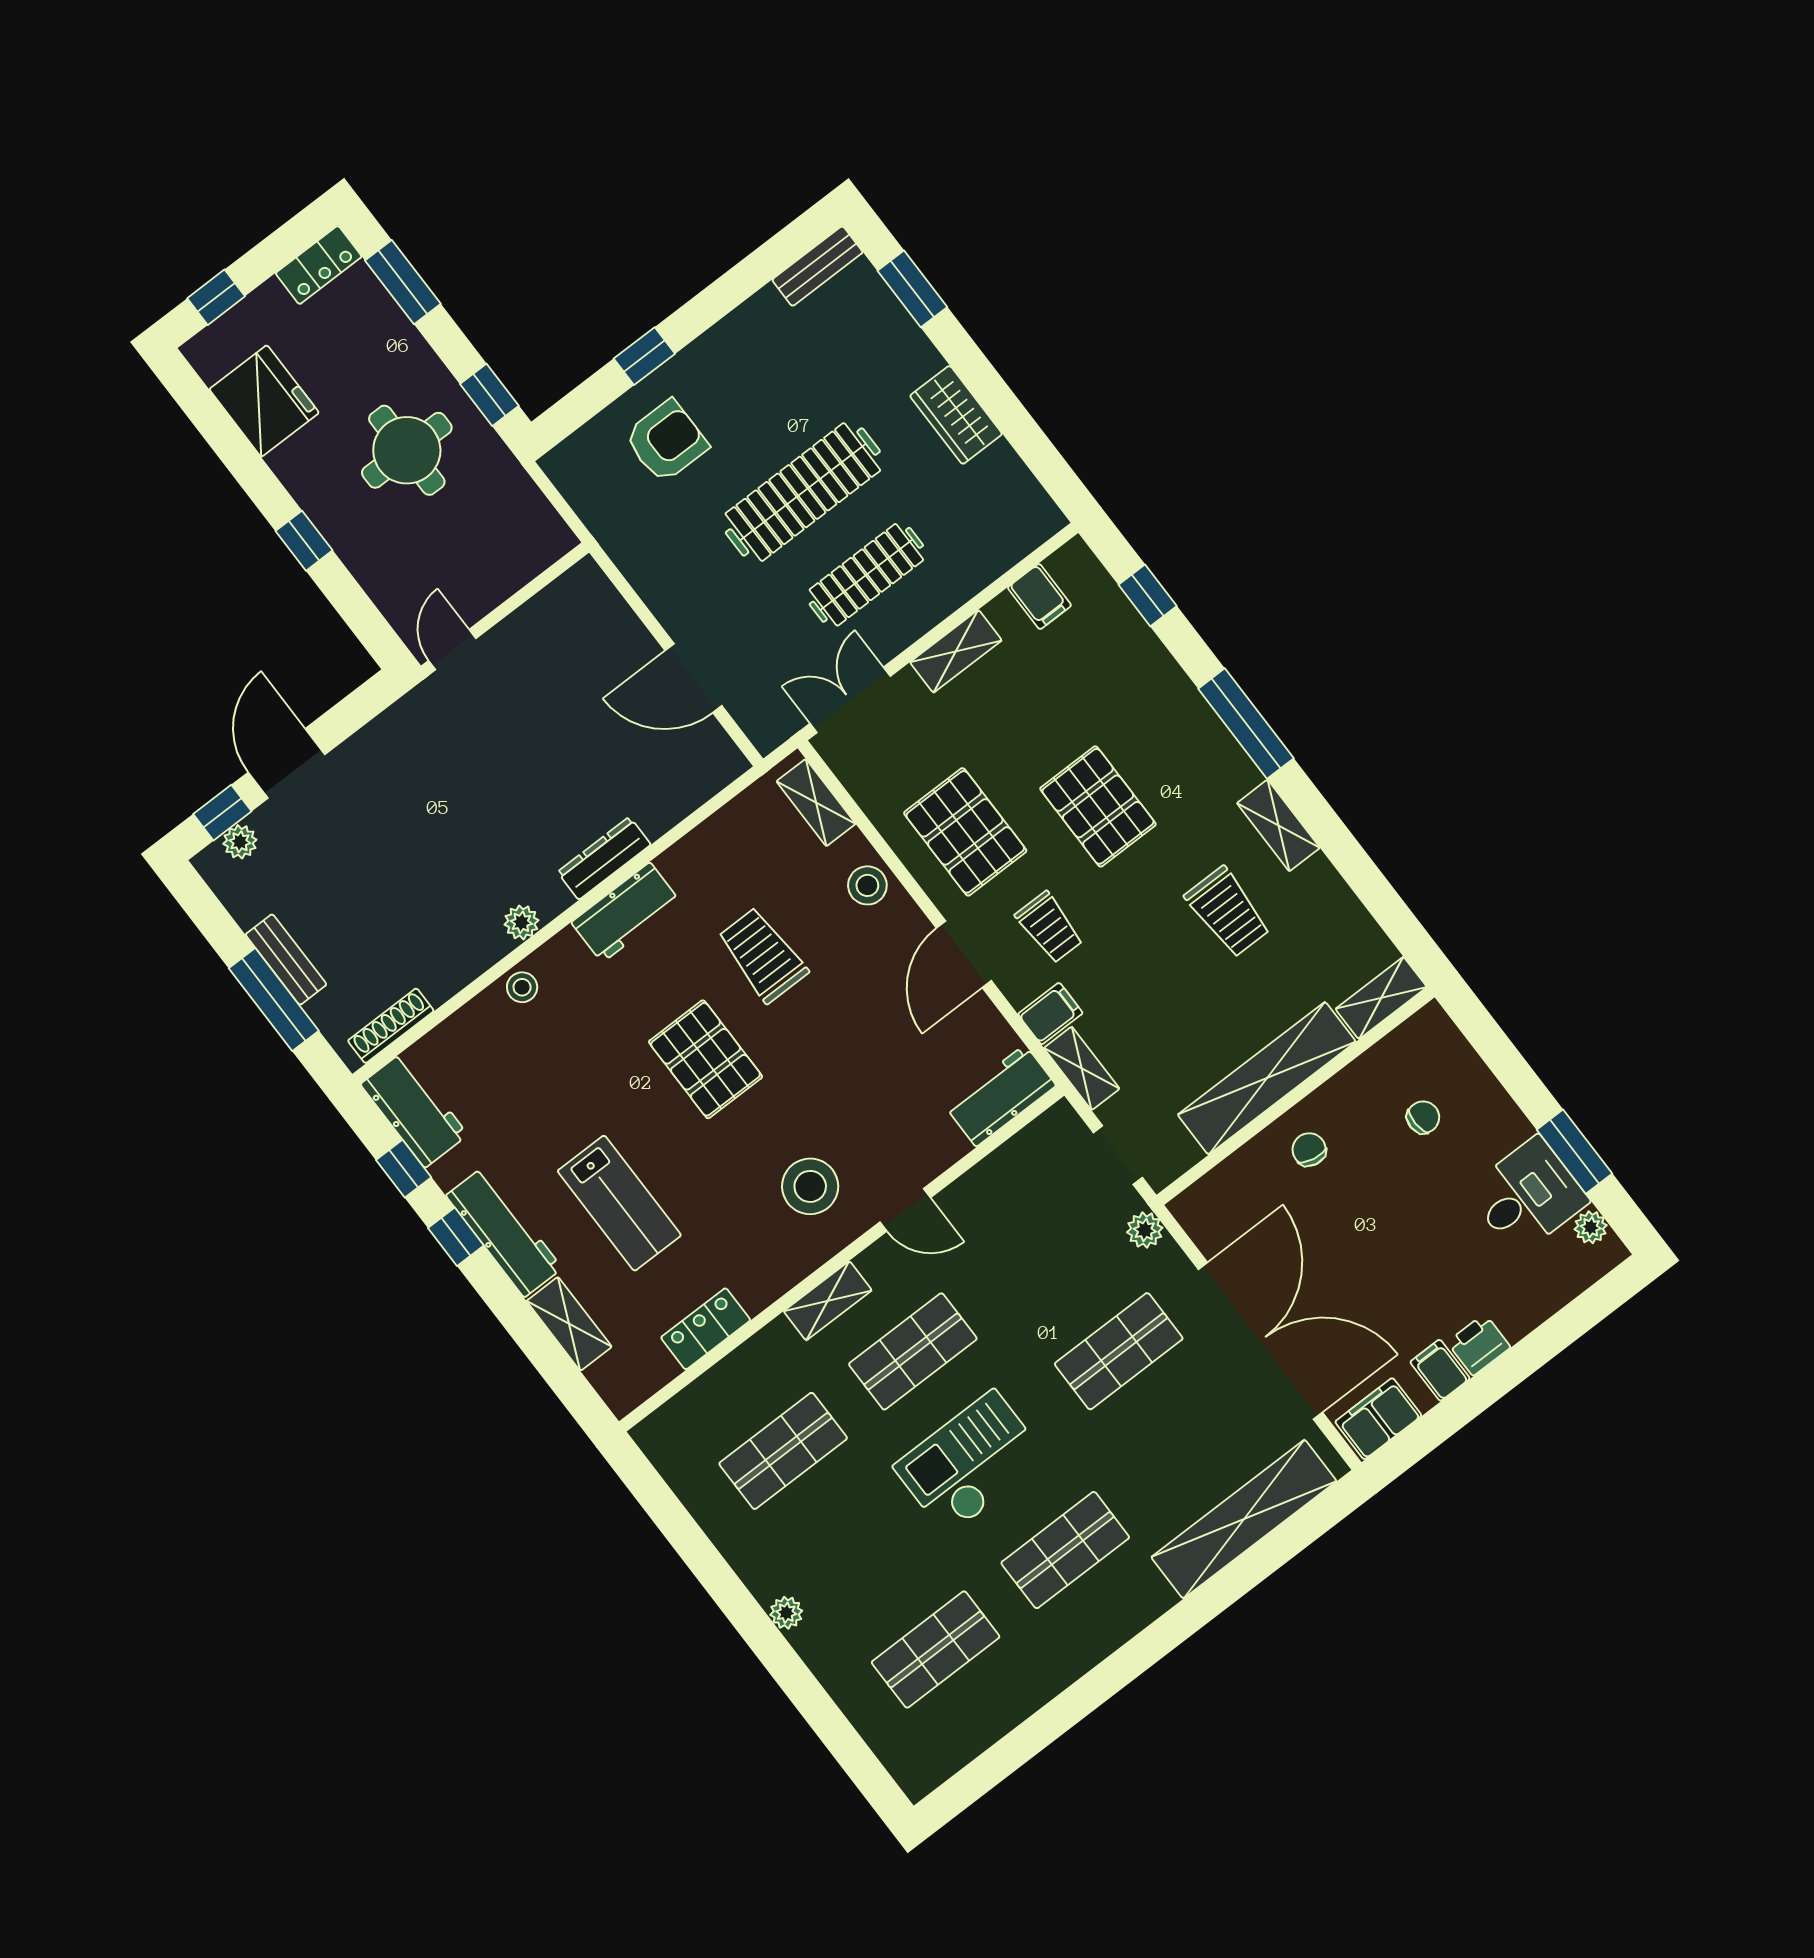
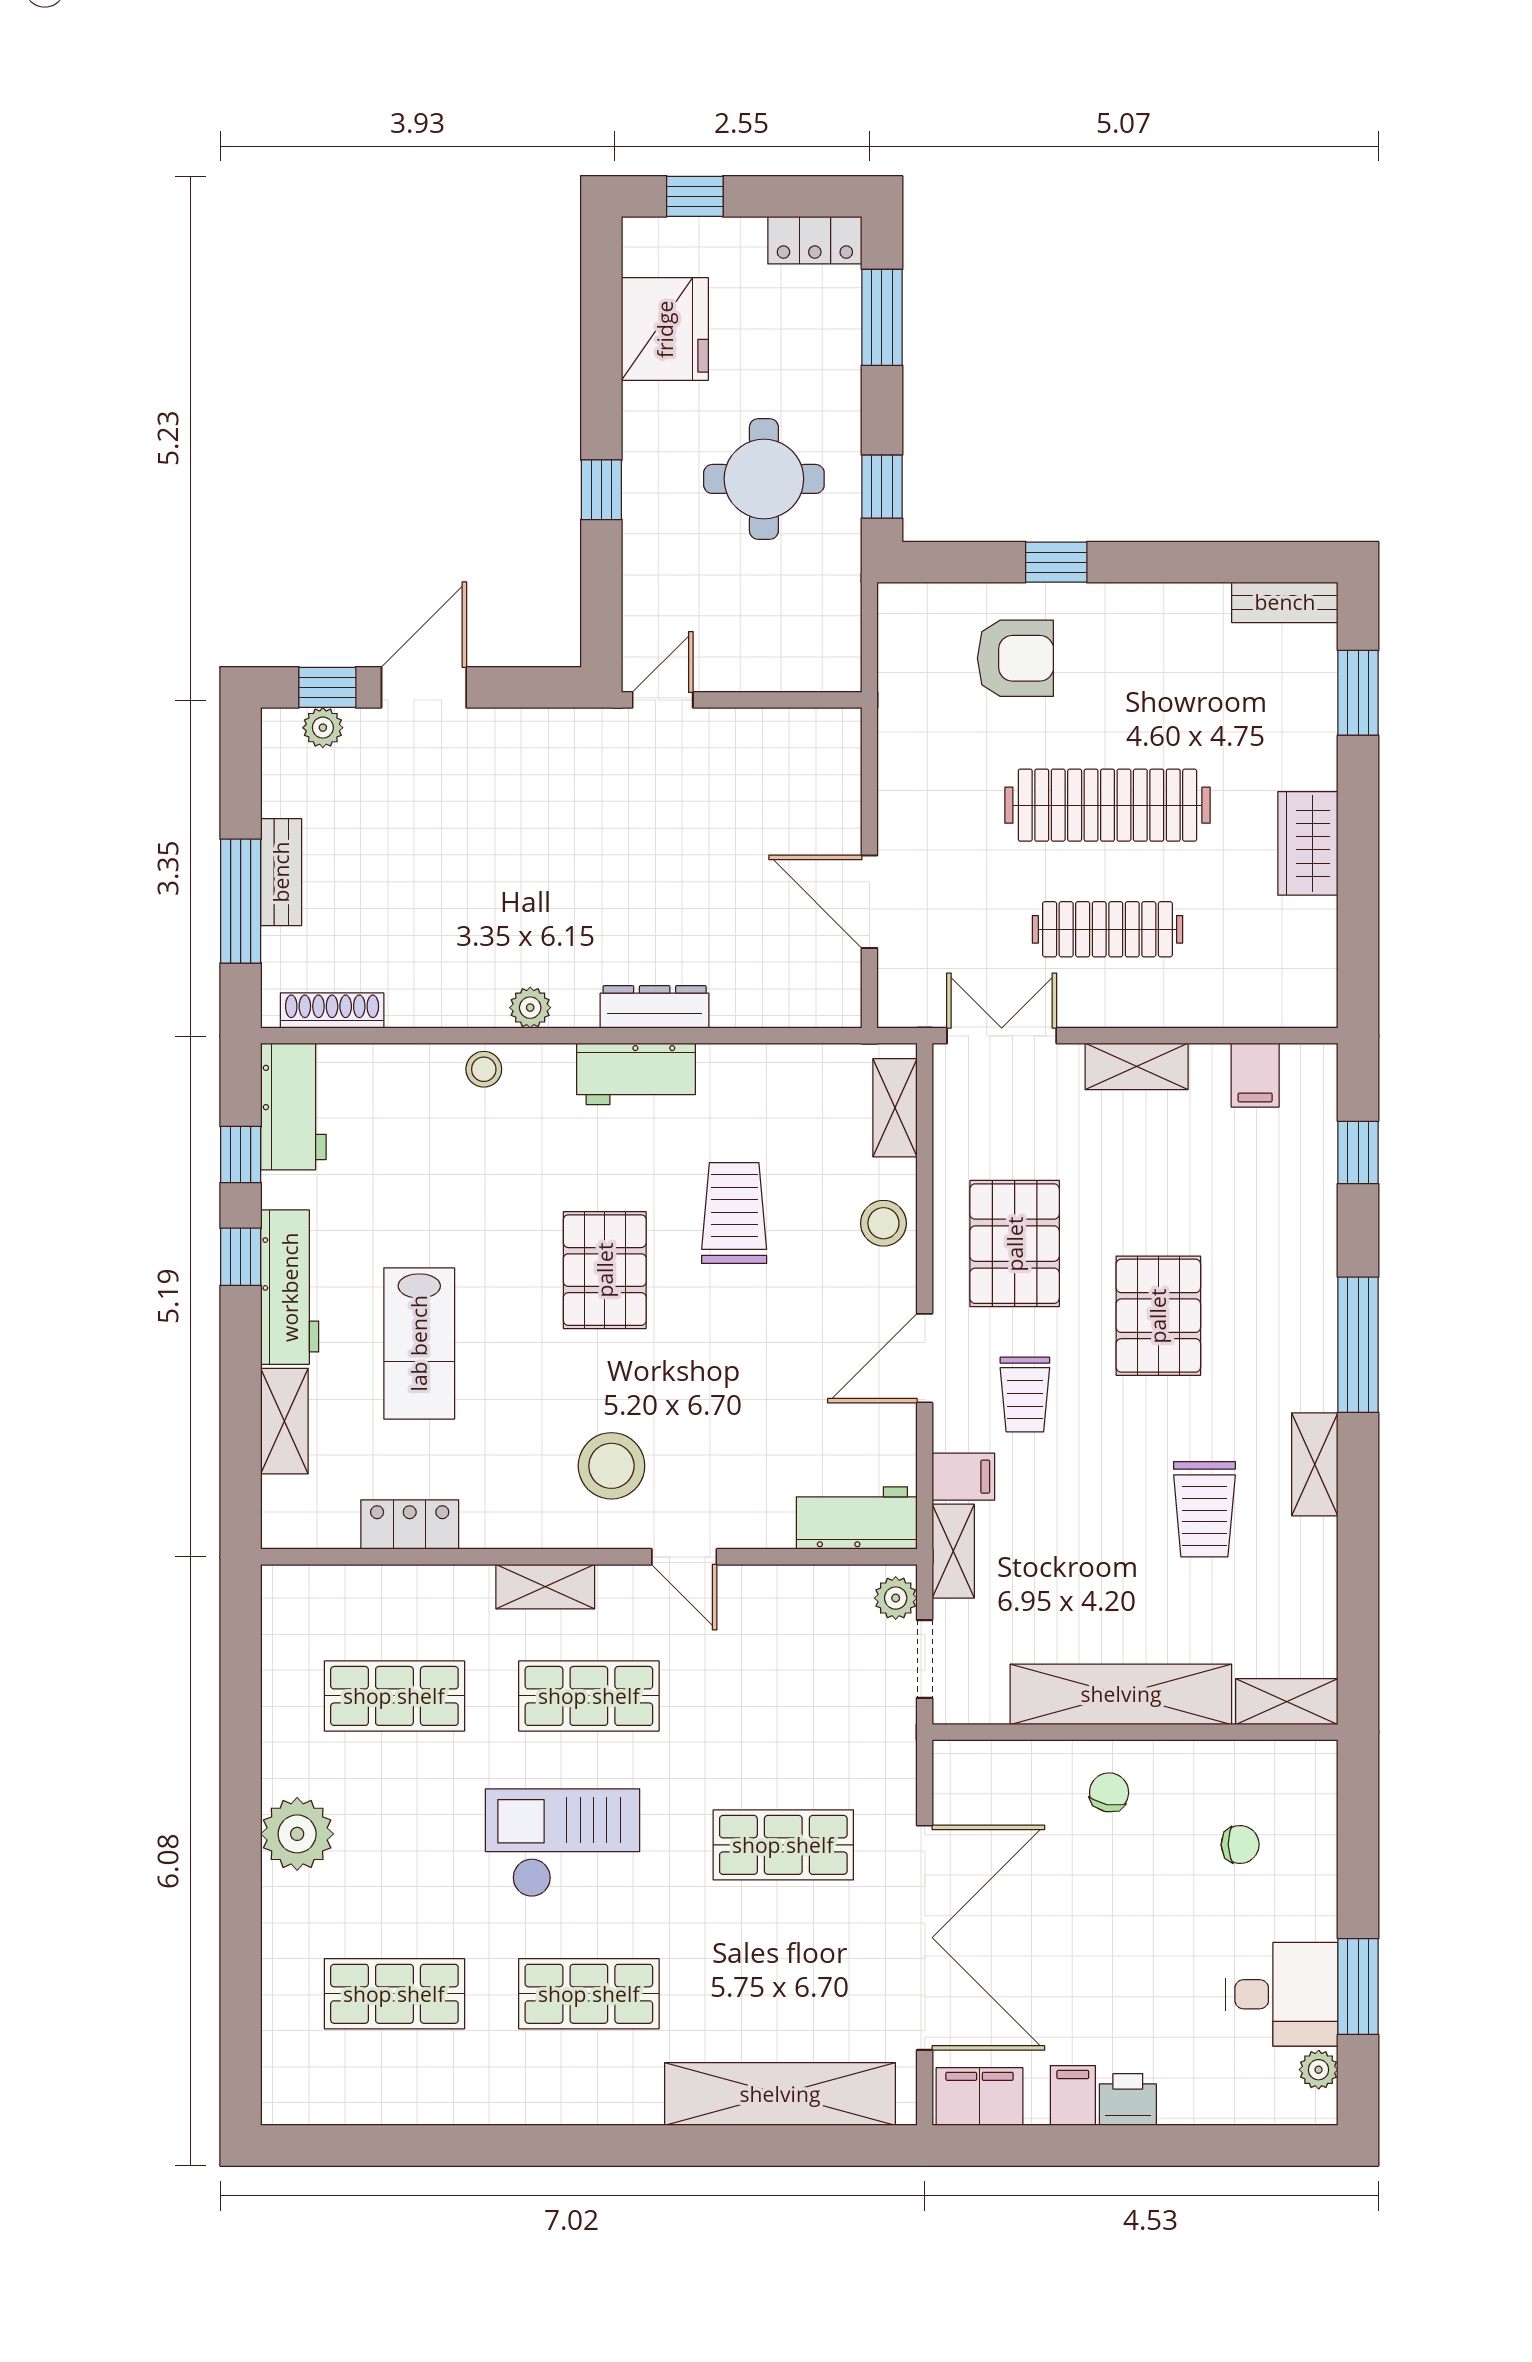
plant: (1145, 1230) -> (896, 1598), moved
plant: (786, 1613) -> (297, 1834), width x1.87, depth x1.87

